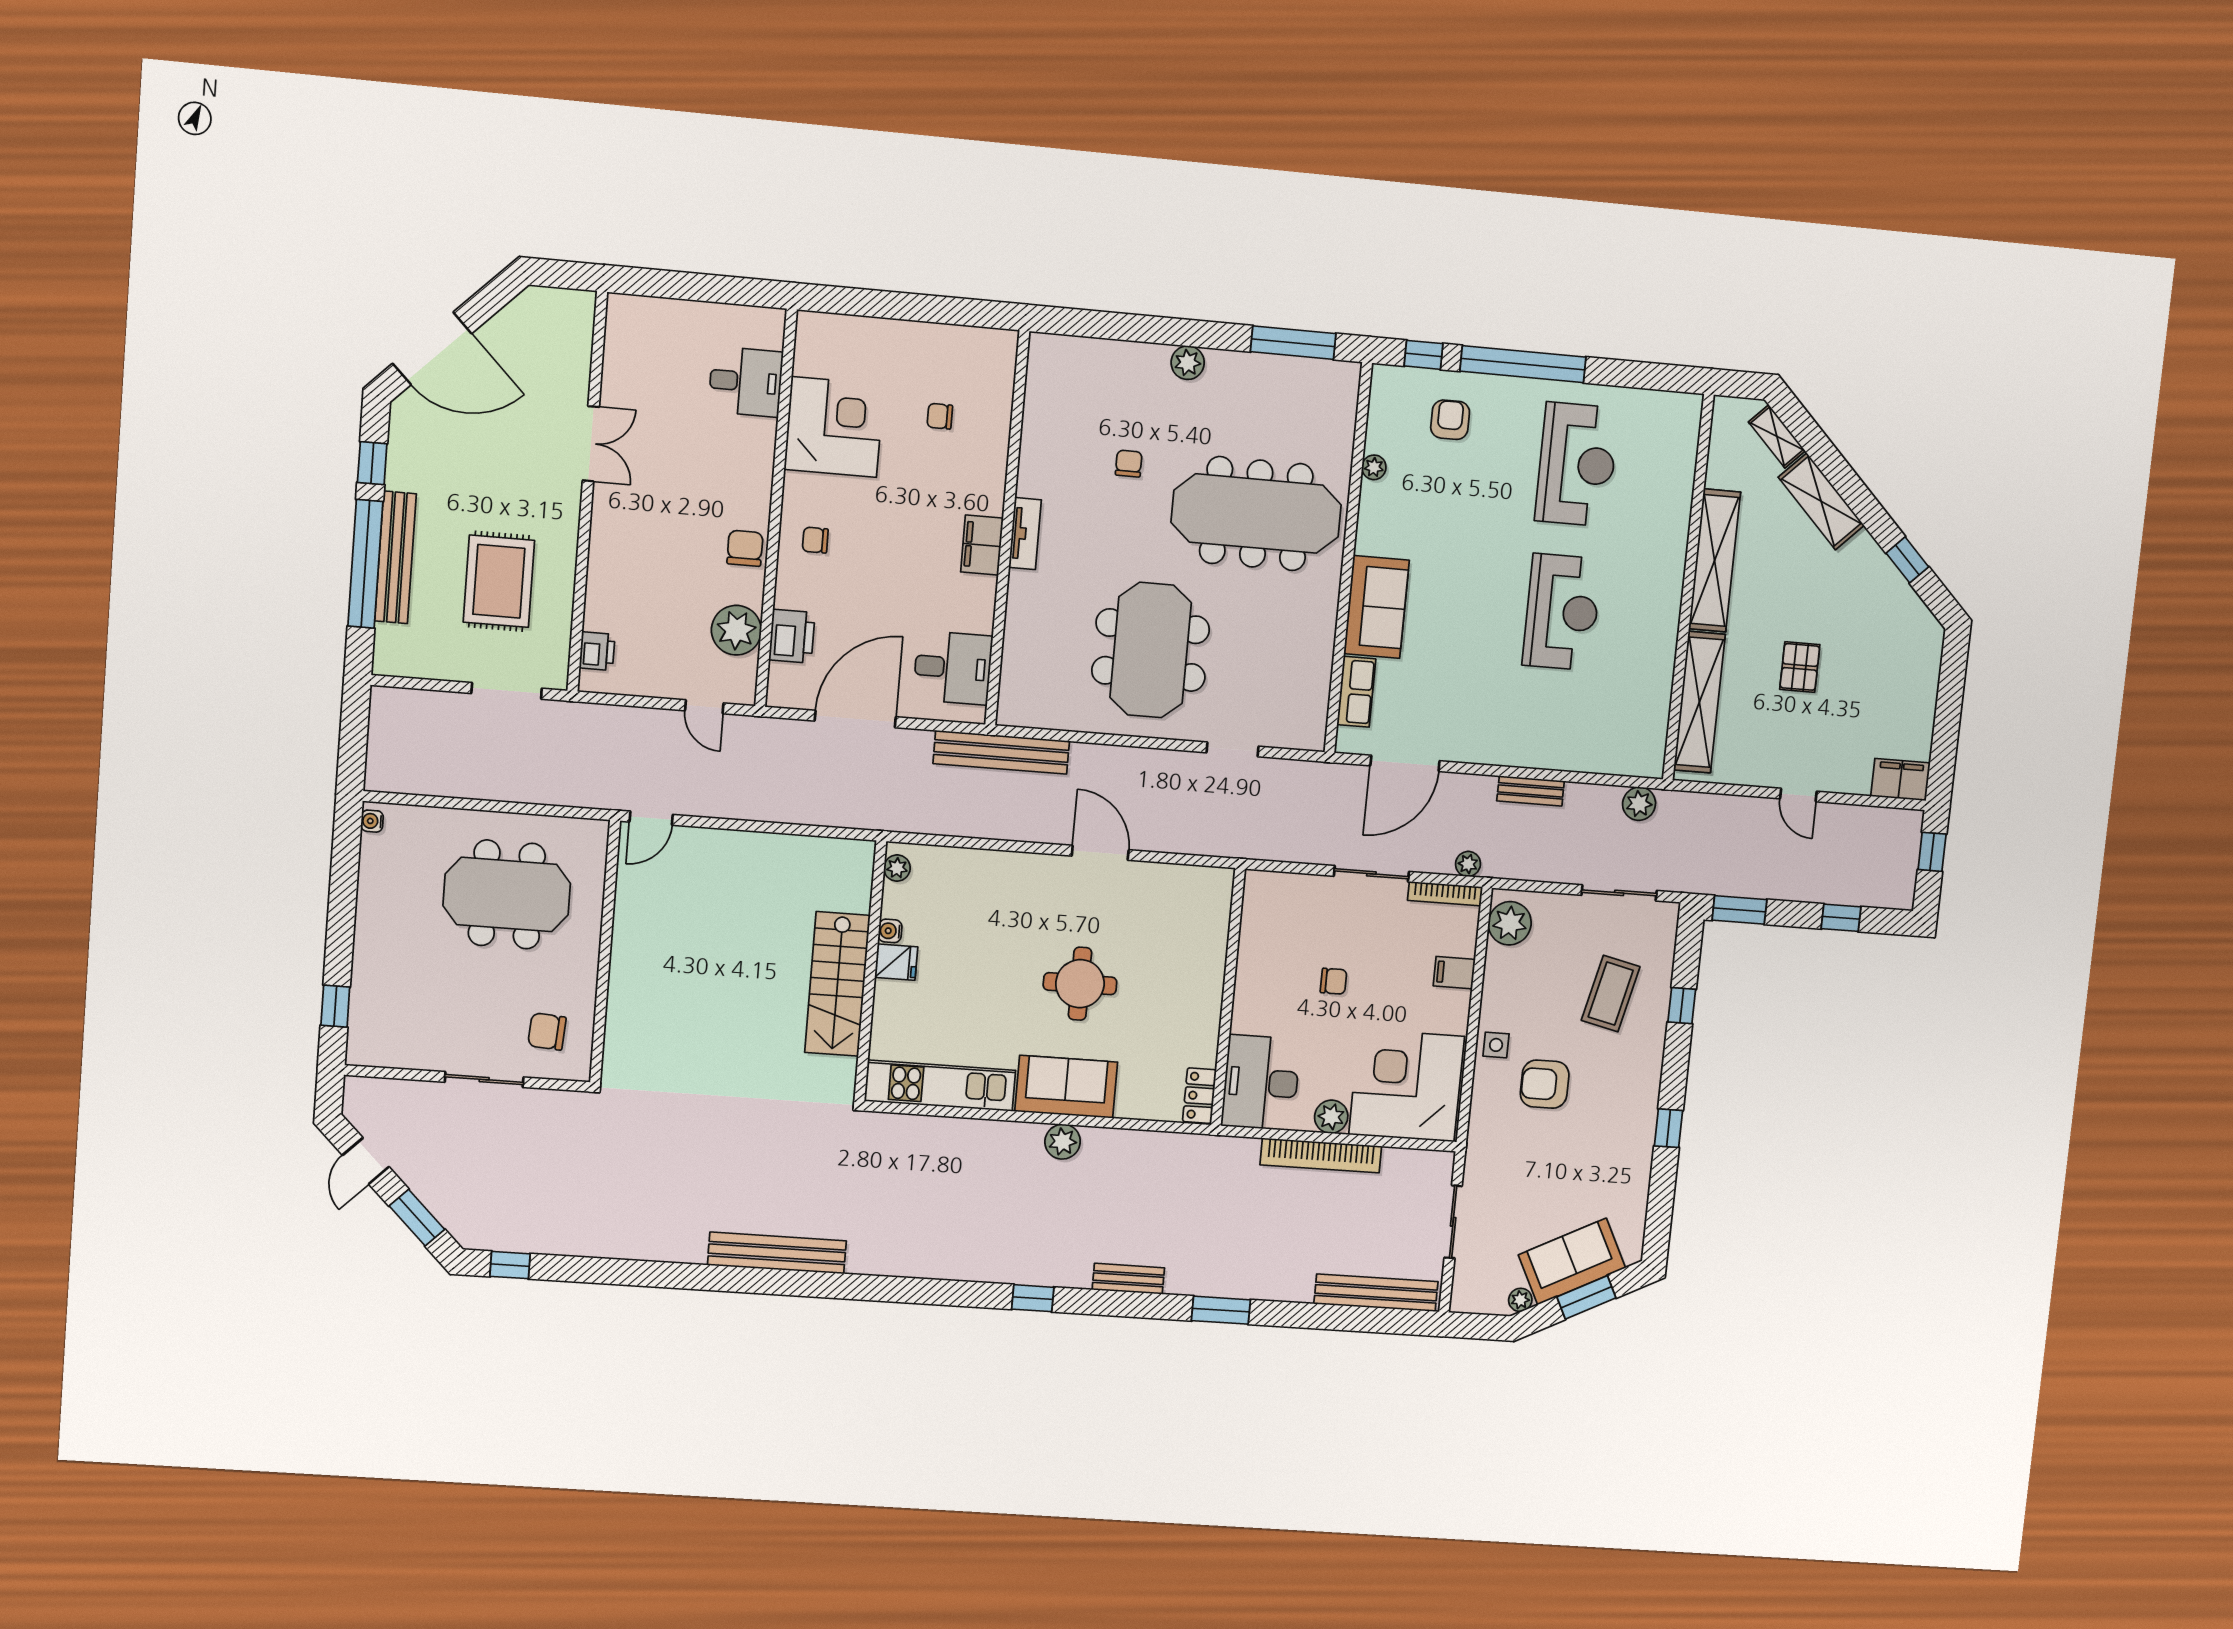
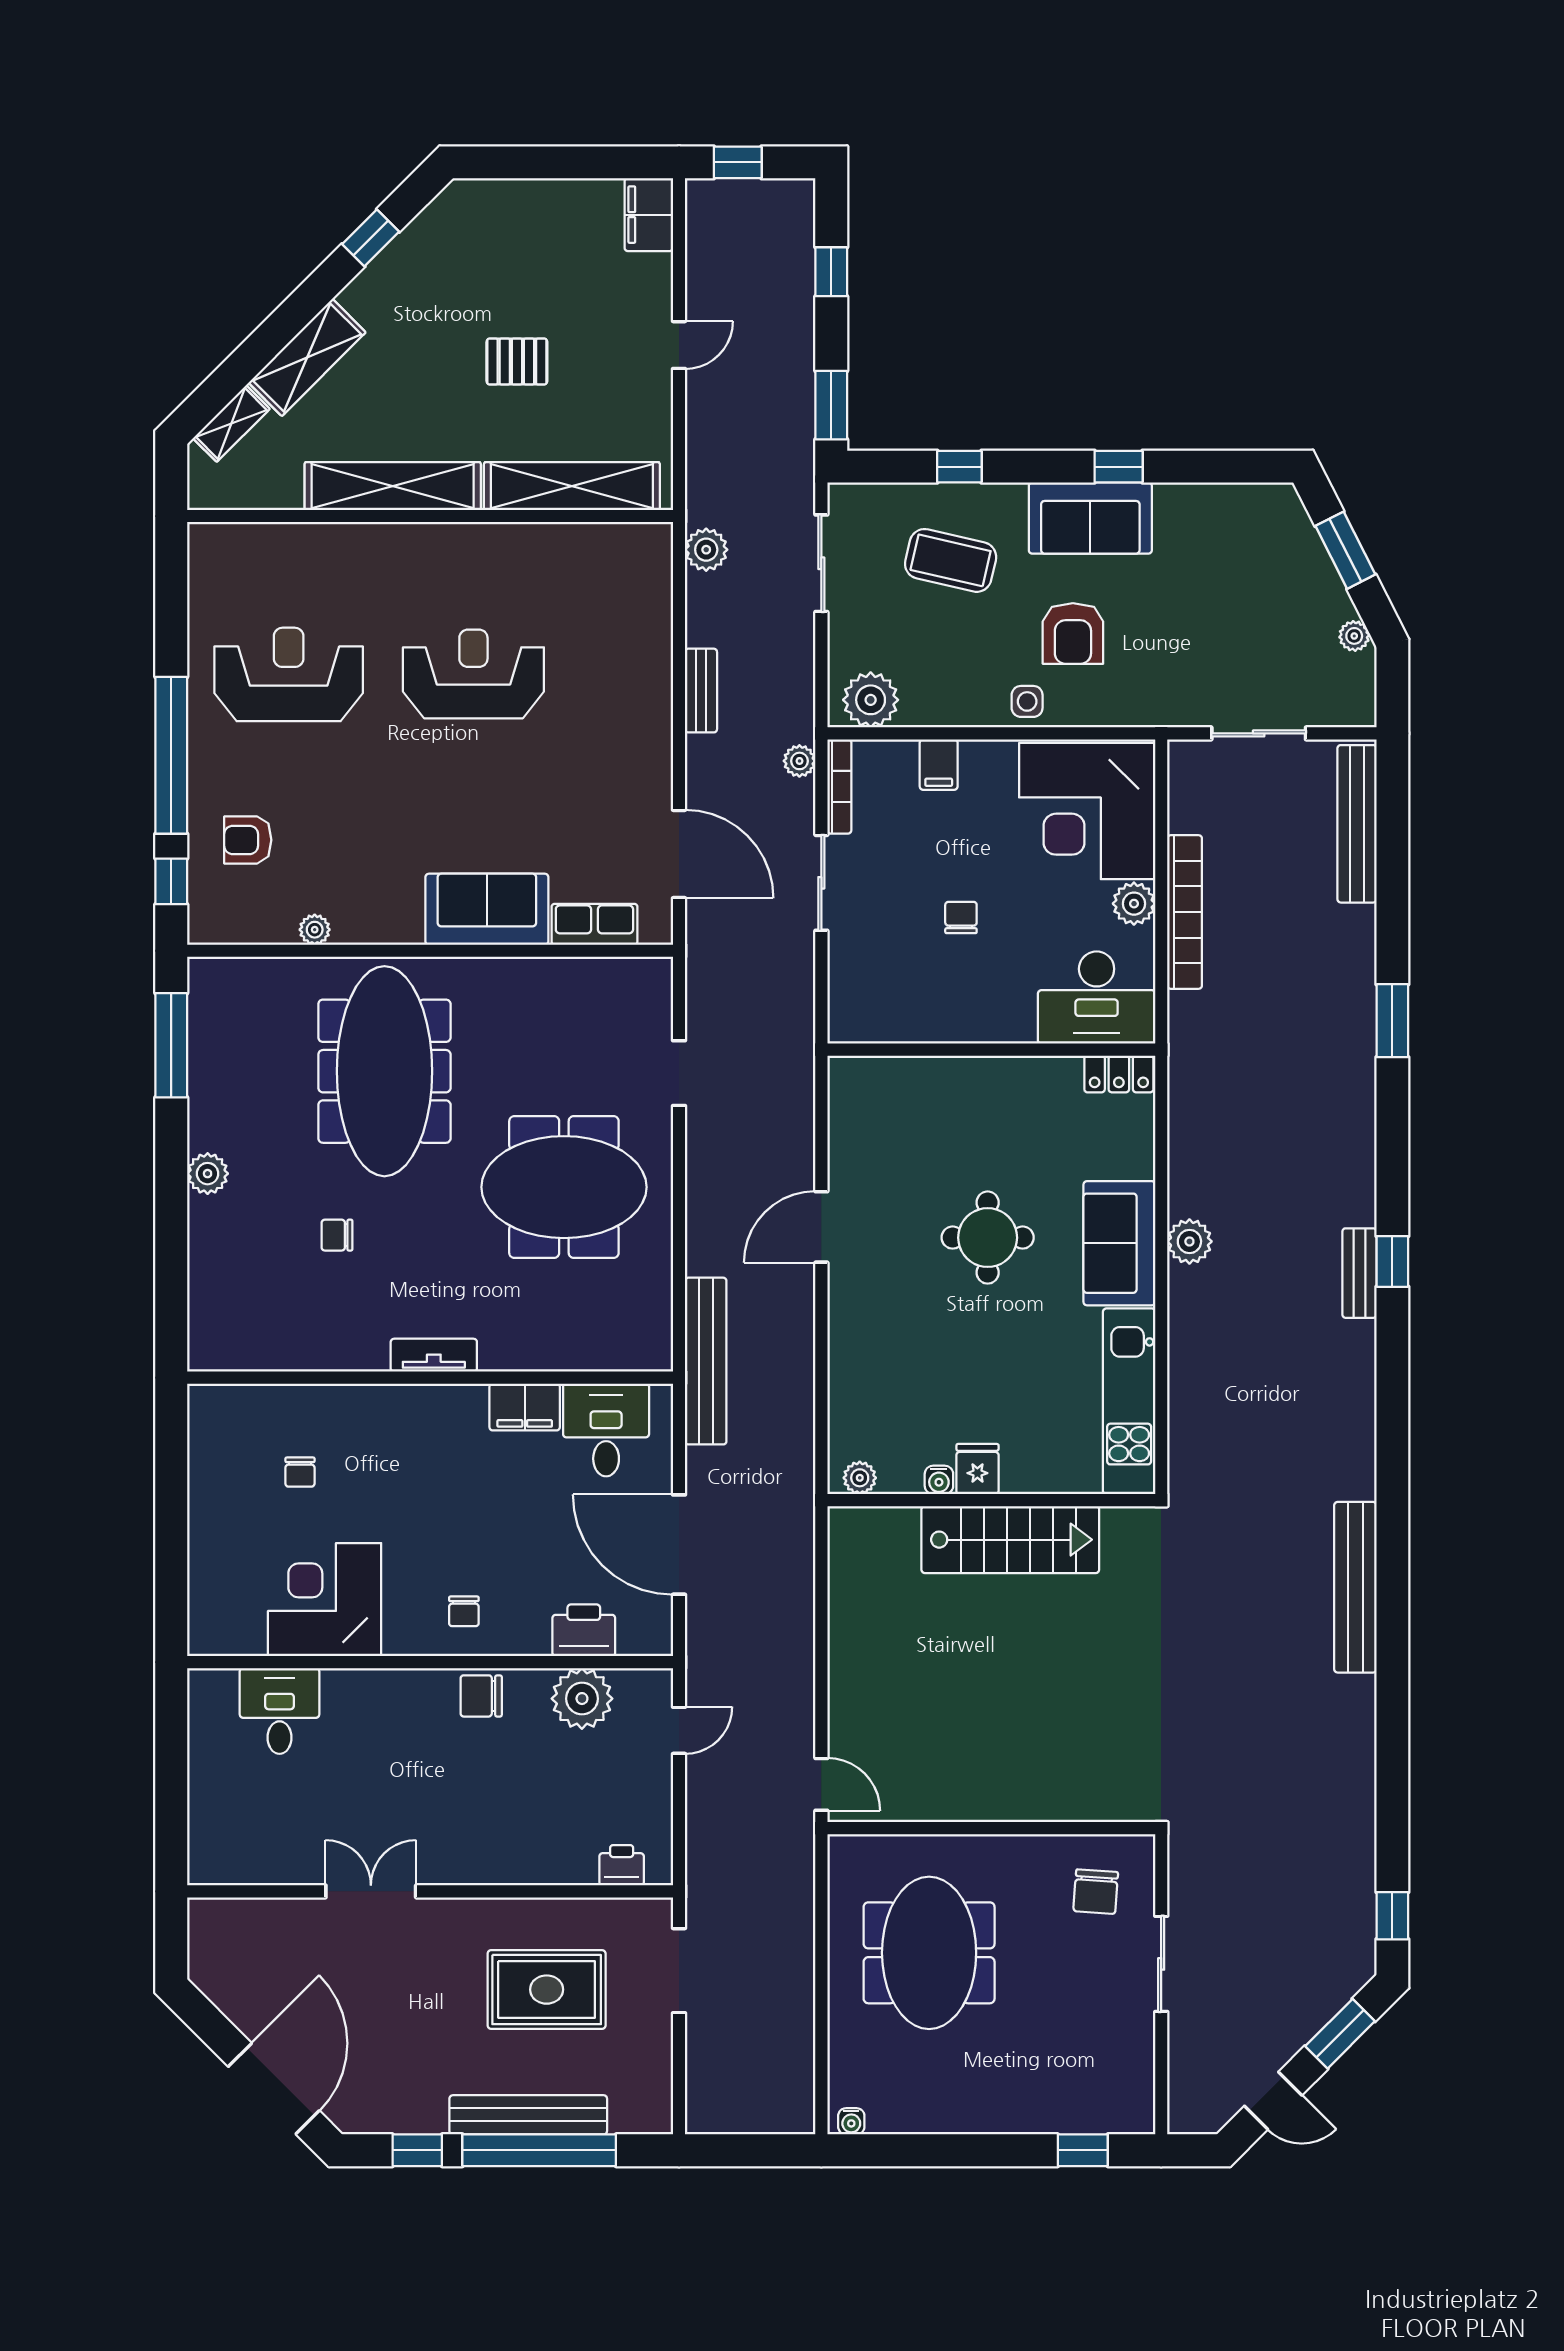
filing cabinet: (982, 545) -> (525, 1407), moved
sofa: (1572, 1261) -> (1090, 518), moved, turned -63
bench: (1128, 1279) -> (1359, 1273), moved

